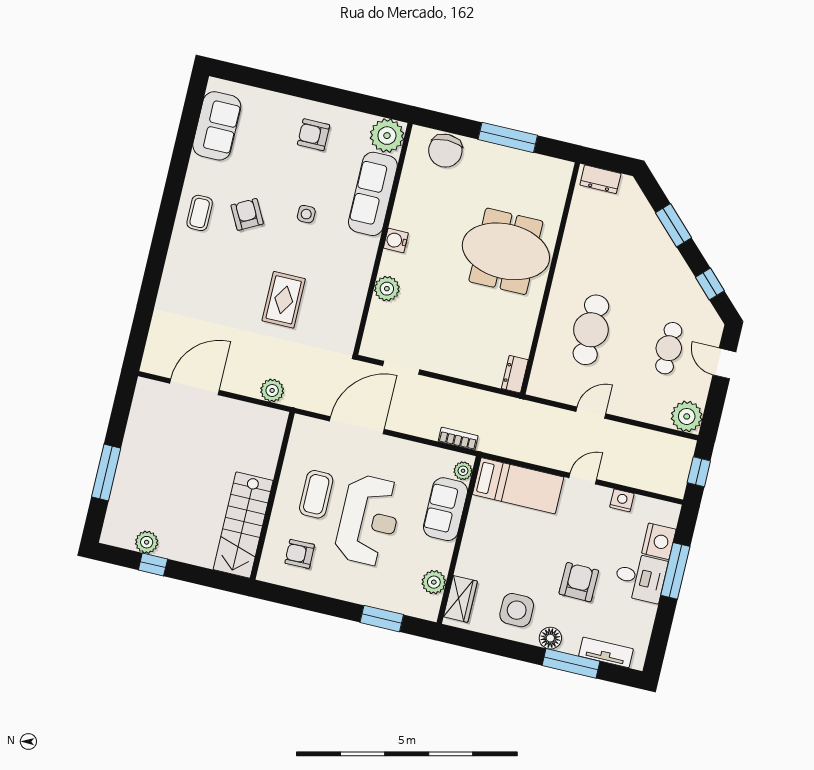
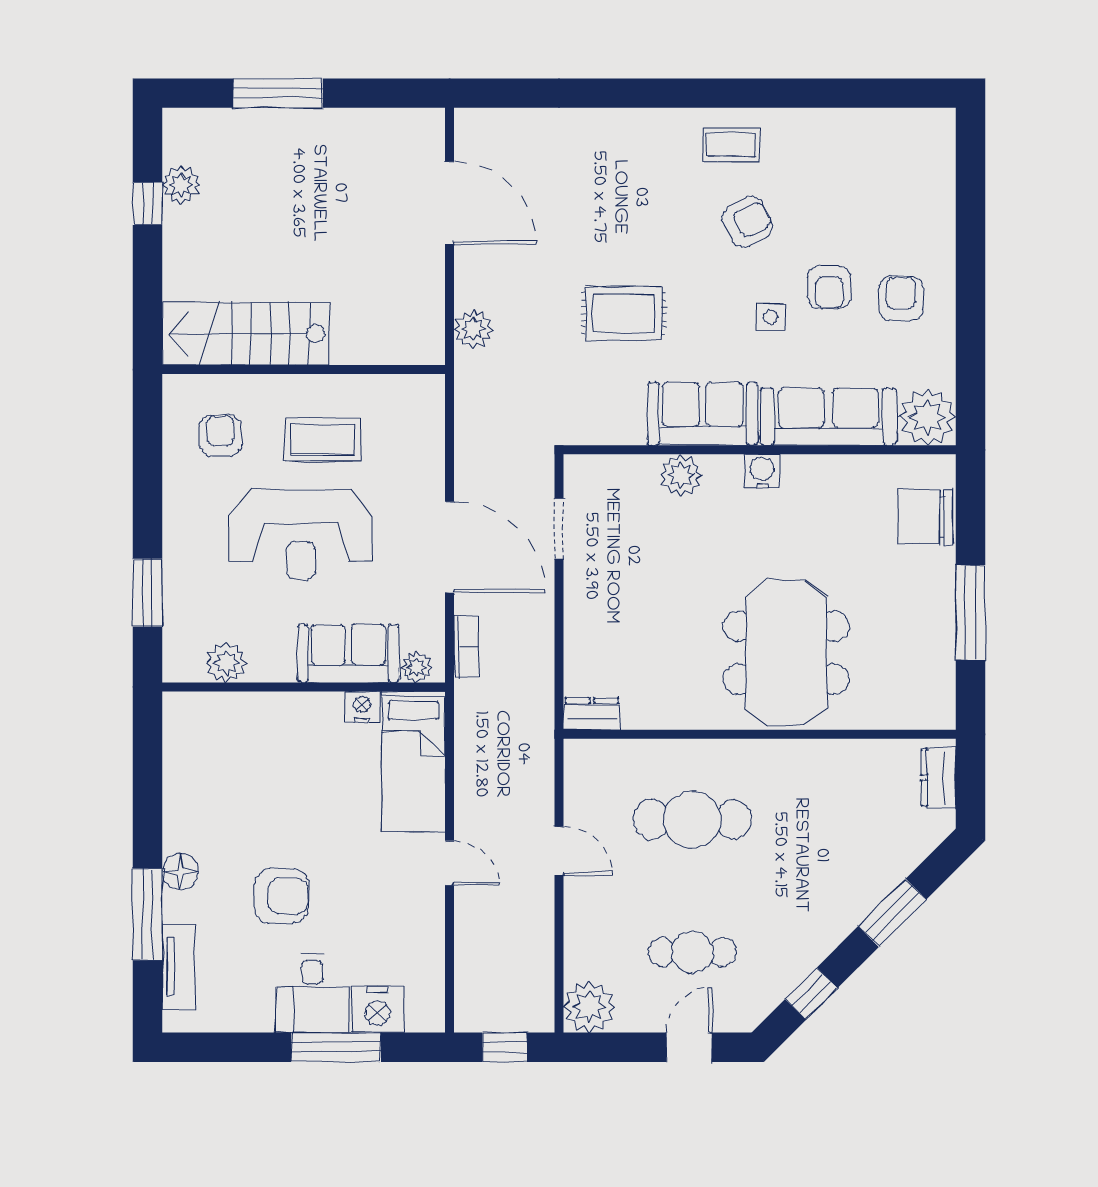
sofa: (217, 126) -> (703, 414), moved, turned 180
armchair: (297, 175) -> (829, 287), added
door: (357, 425) -> (450, 547), moved
nightstand: (622, 500) -> (362, 707), moved, turned -90
wardrobe: (460, 599) -> (209, 712), removed
side table: (517, 610) -> (213, 807), removed

